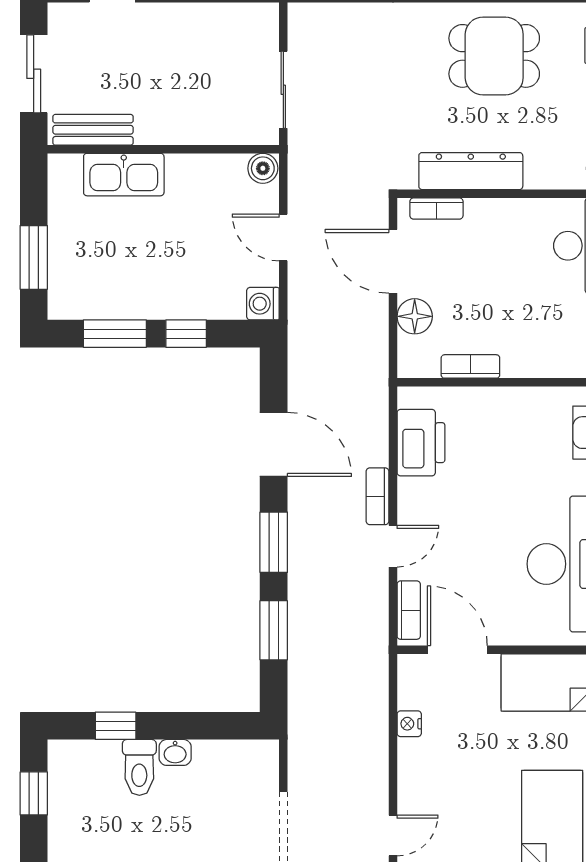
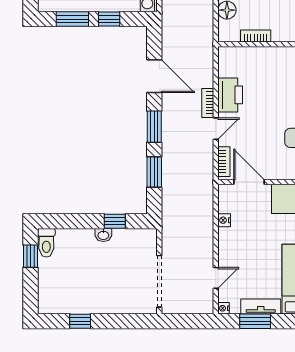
printer: (421, 443) -> (230, 95), moved
window: (116, 726) -> (115, 221), moved
toilet: (139, 767) -> (46, 243), moved

